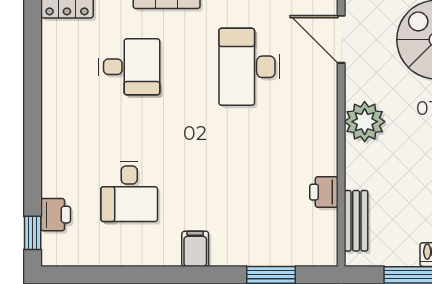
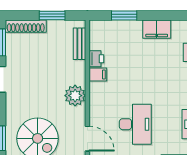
filing cabinet: (321, 162) -> (98, 74), added
filing cabinet: (195, 249) -> (157, 29), width x2.00

